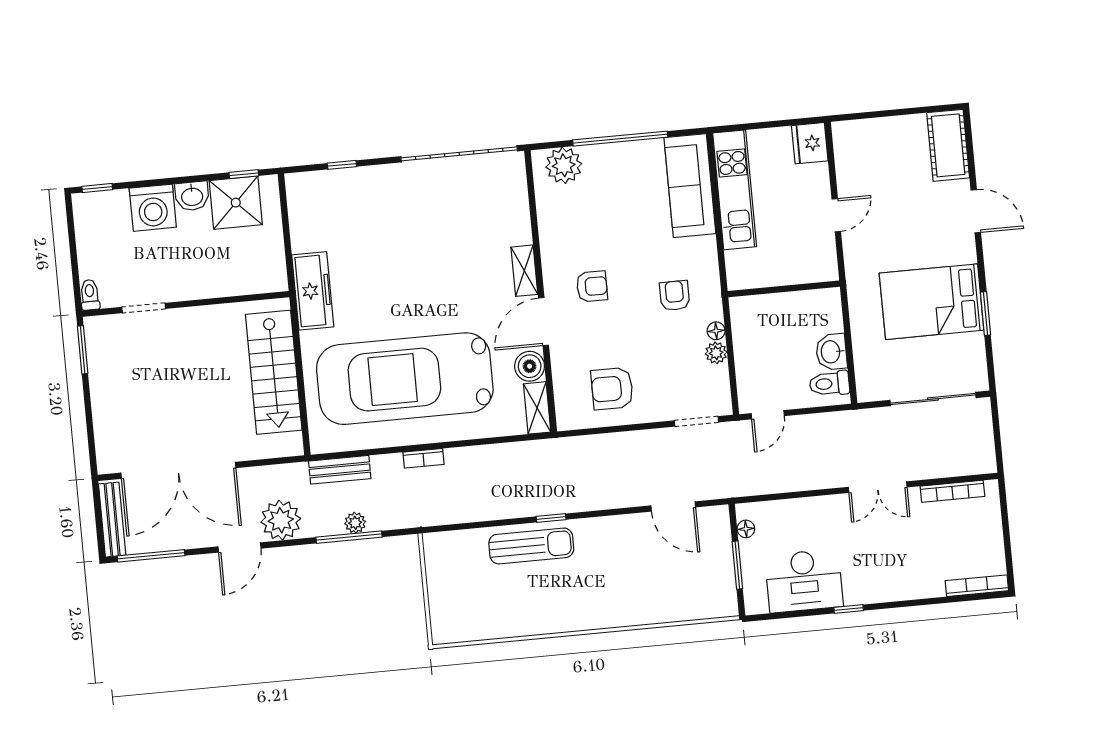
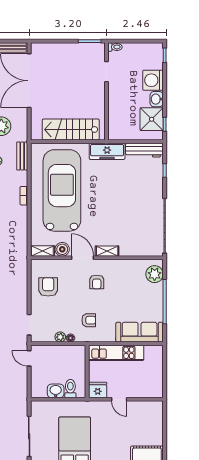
fridge: (810, 143) -> (98, 390), moved
kitchen unit: (735, 190) -> (116, 353), moved
workbench: (303, 212) -> (144, 150), added
toilet: (829, 384) -> (70, 389), moved

